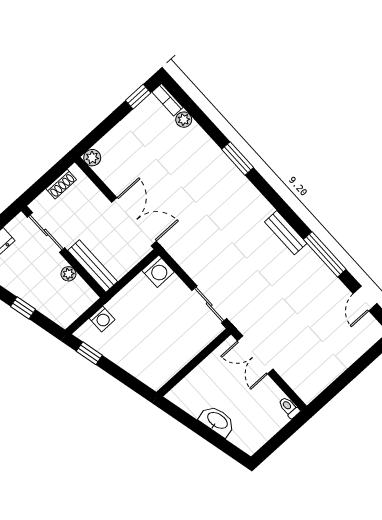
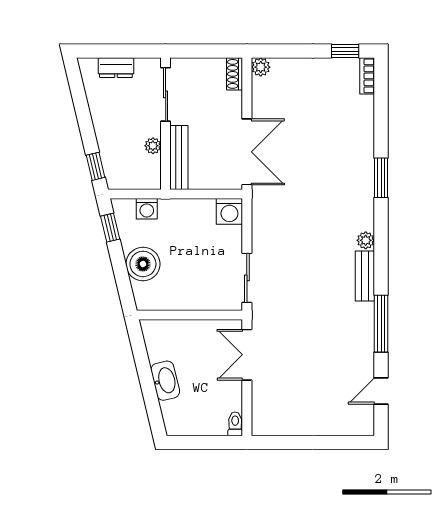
plant: (184, 120) -> (366, 240), moved
shoe rack: (61, 184) -> (235, 74), moved, turned 90
window: (23, 308) -> (96, 166), moved
boiler: (133, 357) -> (143, 264), added

